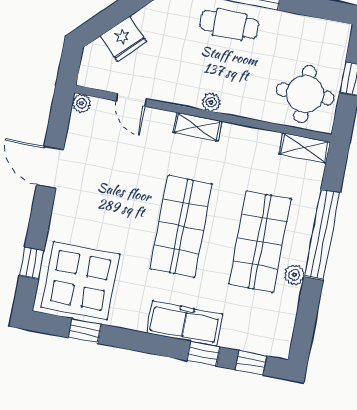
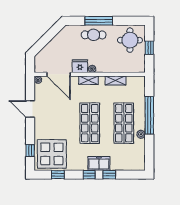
fridge: (123, 39) -> (80, 66), moved, turned -135
round table: (305, 94) -> (130, 40), moved
door: (131, 100) -> (59, 74), width x1.88
shelving: (305, 148) -> (115, 80), moved
freezer: (184, 323) -> (99, 163), width x0.71
window: (251, 363) -> (89, 175), moved

